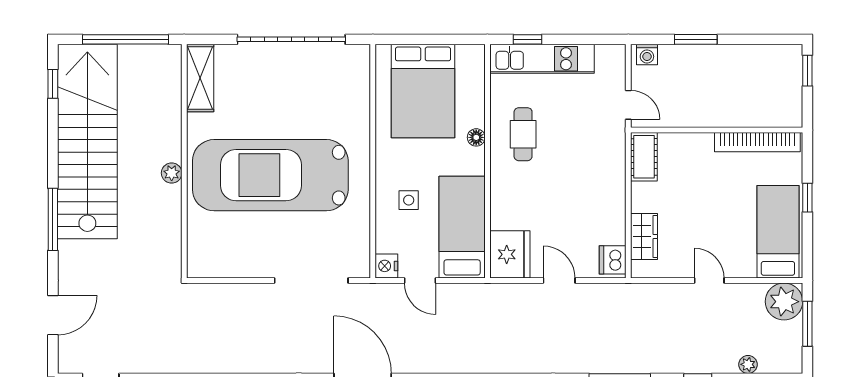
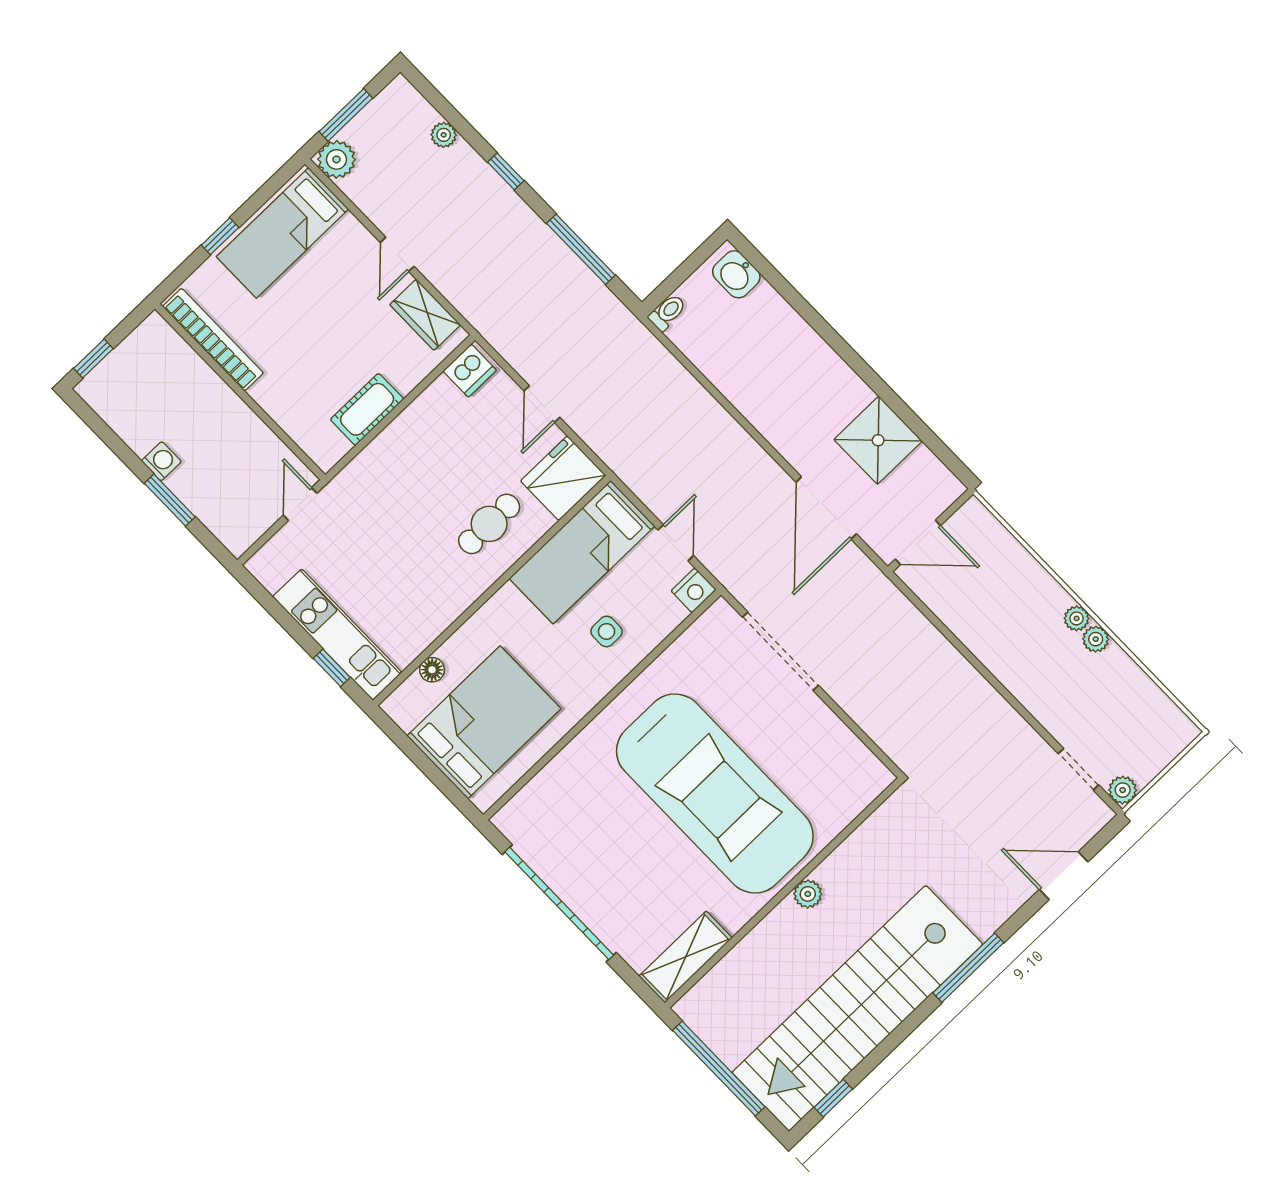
washing machine: (647, 54) -> (161, 461), moved
cafe table: (523, 134) -> (489, 524), moved
floor lamp: (476, 137) -> (432, 670), moved
cot: (644, 157) -> (367, 409), moved
wardrobe: (644, 236) -> (425, 315), moved, turned -90
plant: (784, 302) -> (336, 159), width x0.73, depth x0.73

